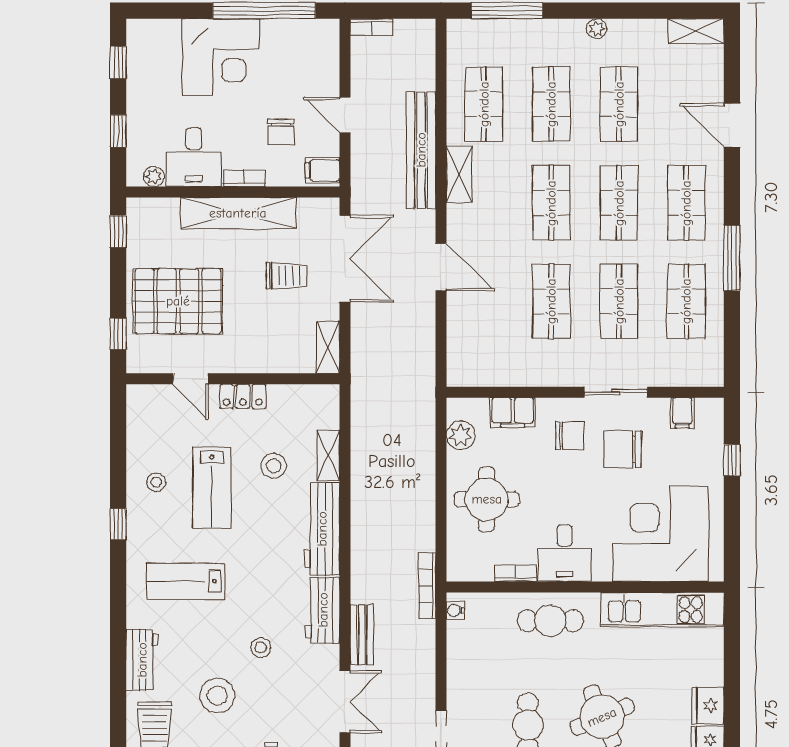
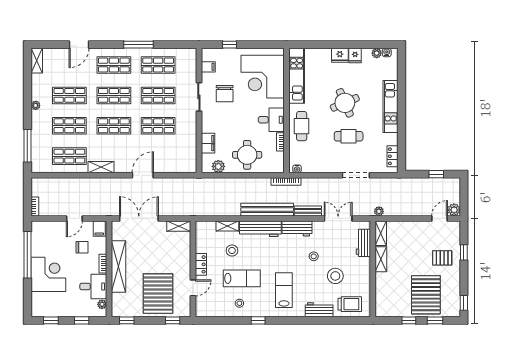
bench: (421, 150) -> (267, 210), moved
trolley: (286, 276) -> (147, 245), removed
chair: (570, 436) -> (218, 117), removed
lab bench: (186, 581) -> (284, 290), turned 180

